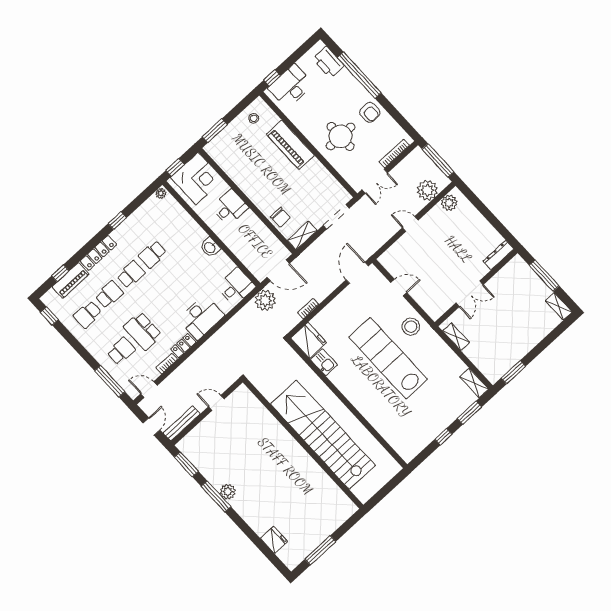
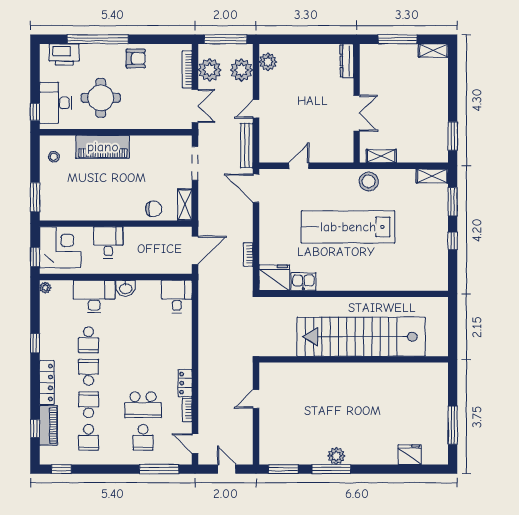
round table: (341, 136) -> (101, 98), moved
plant: (265, 300) -> (210, 70), moved
desk: (201, 317) -> (94, 296), moved, turned -90
stool: (411, 327) -> (369, 181), moved
school desk: (121, 351) -> (143, 437), turned 180
door: (149, 390) -> (195, 444), hinge flipped
bench: (182, 423) -> (247, 145), moved

